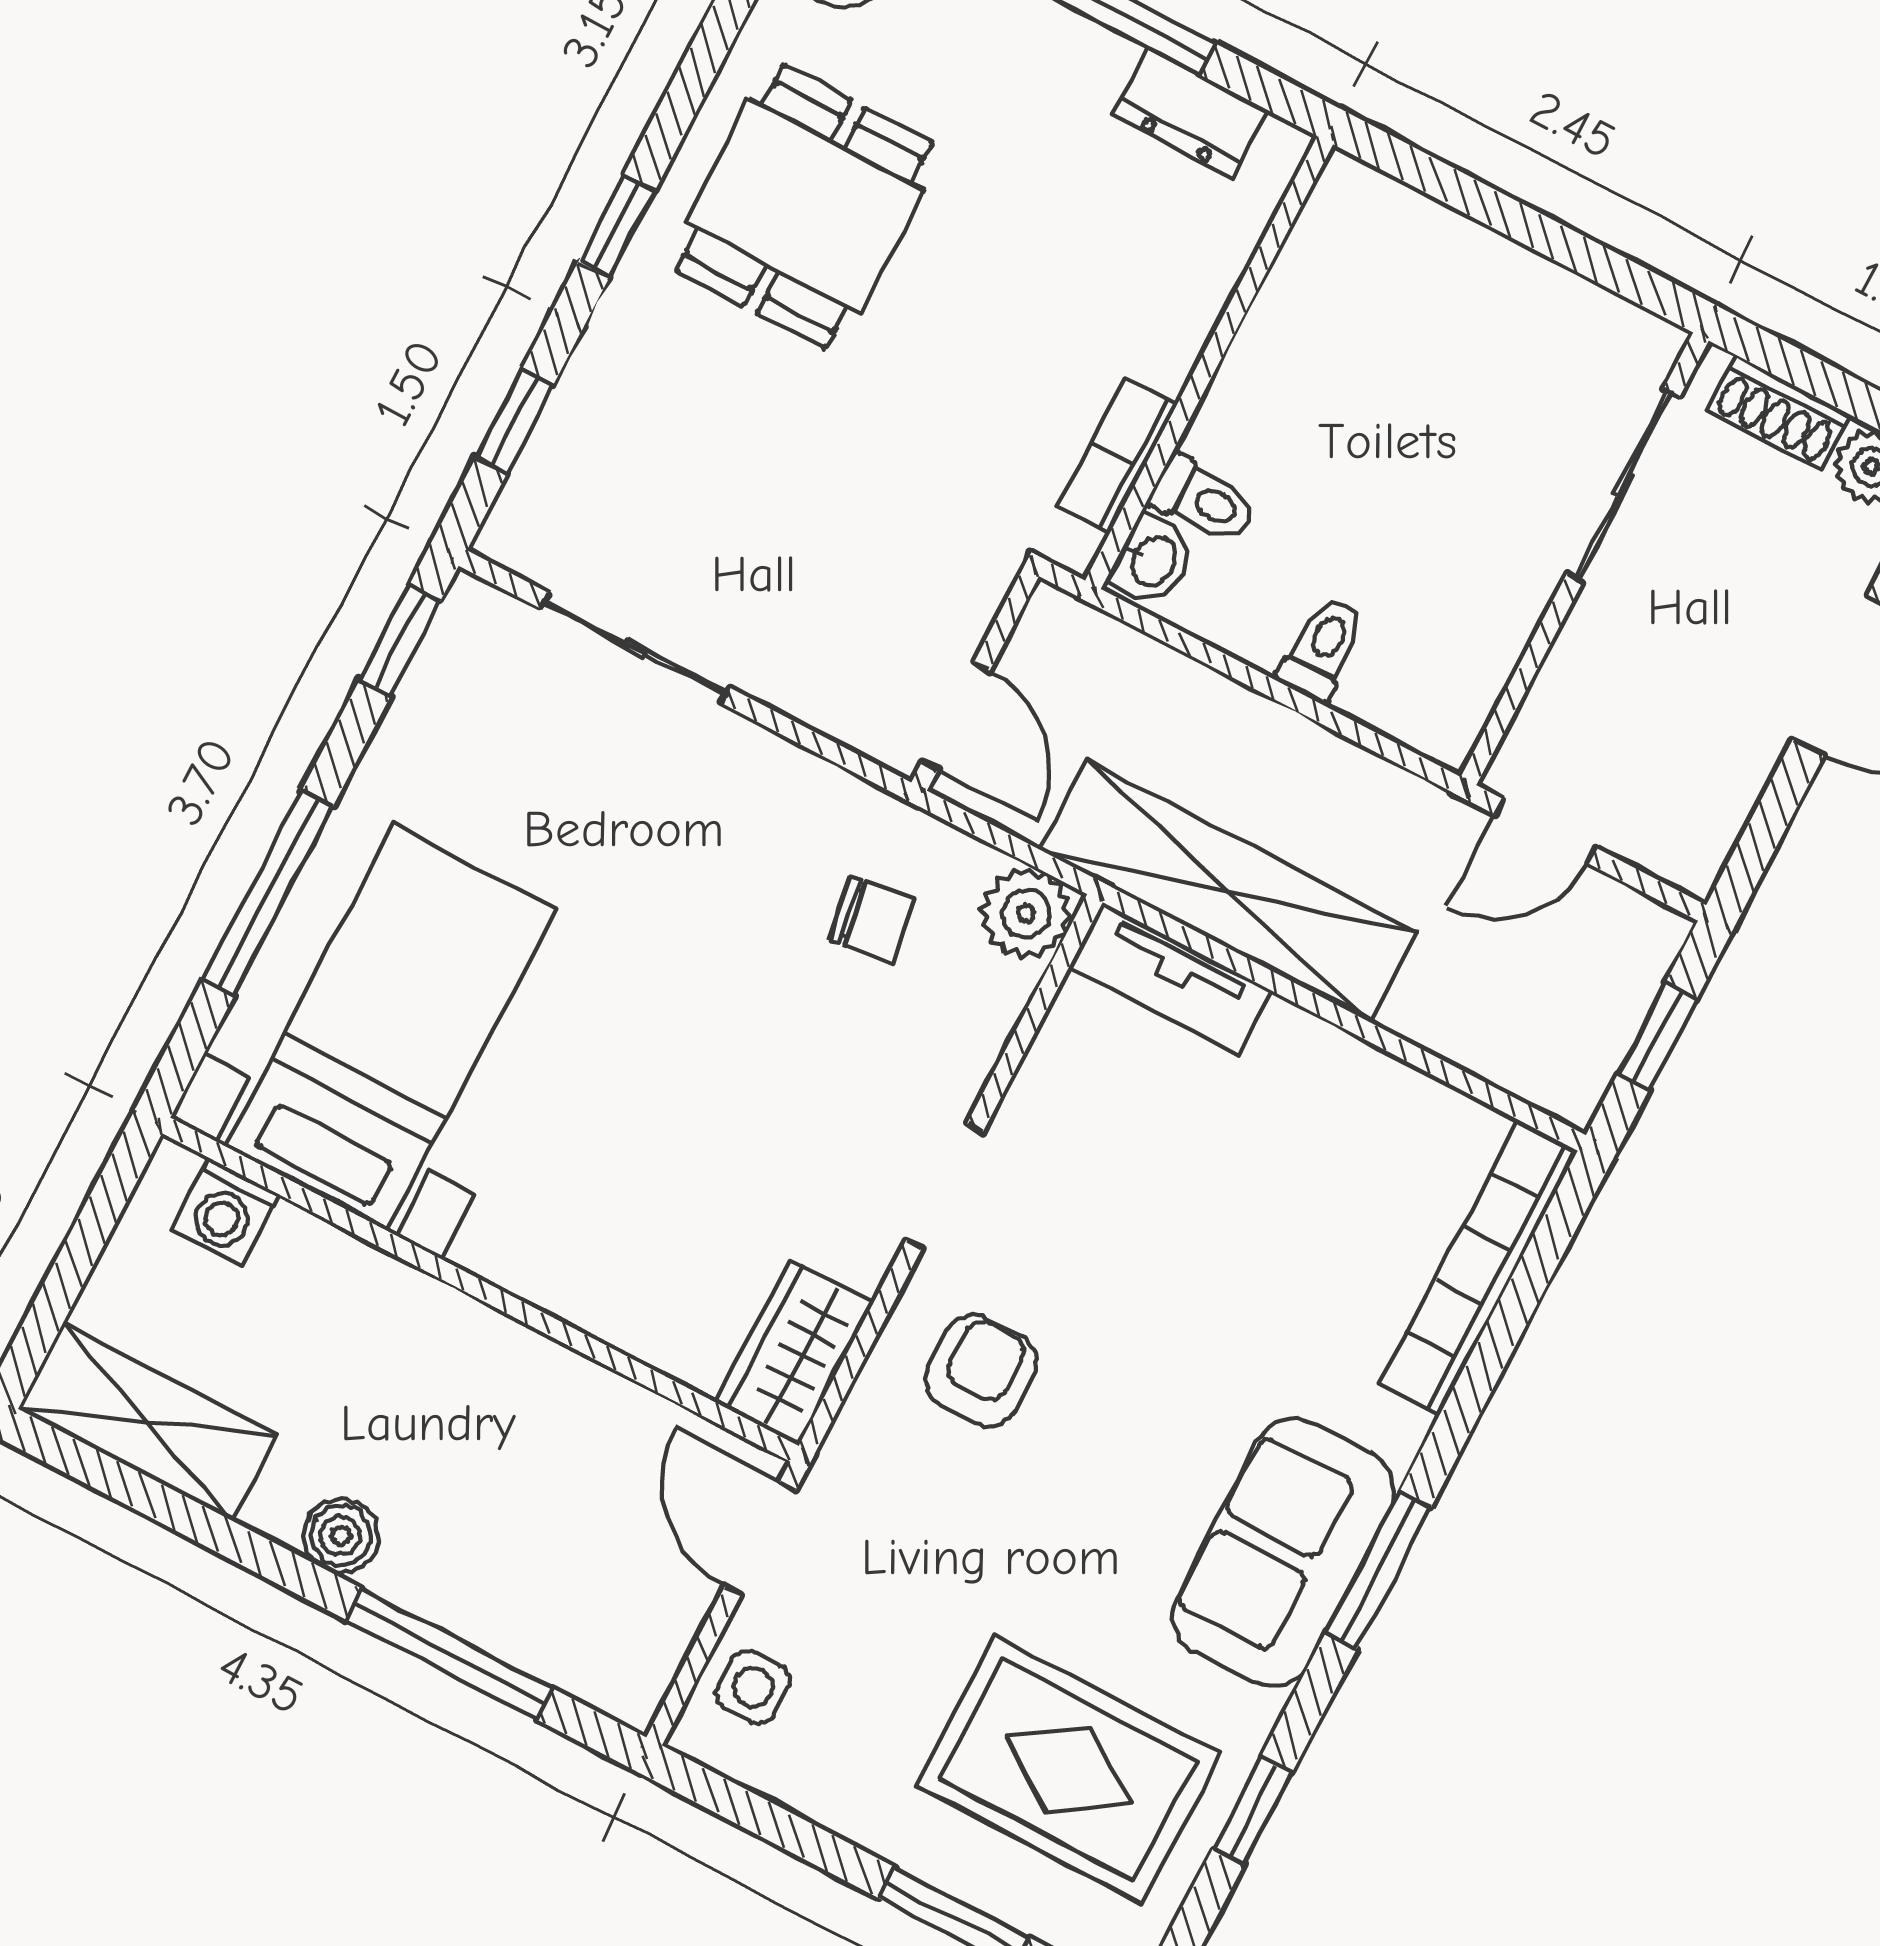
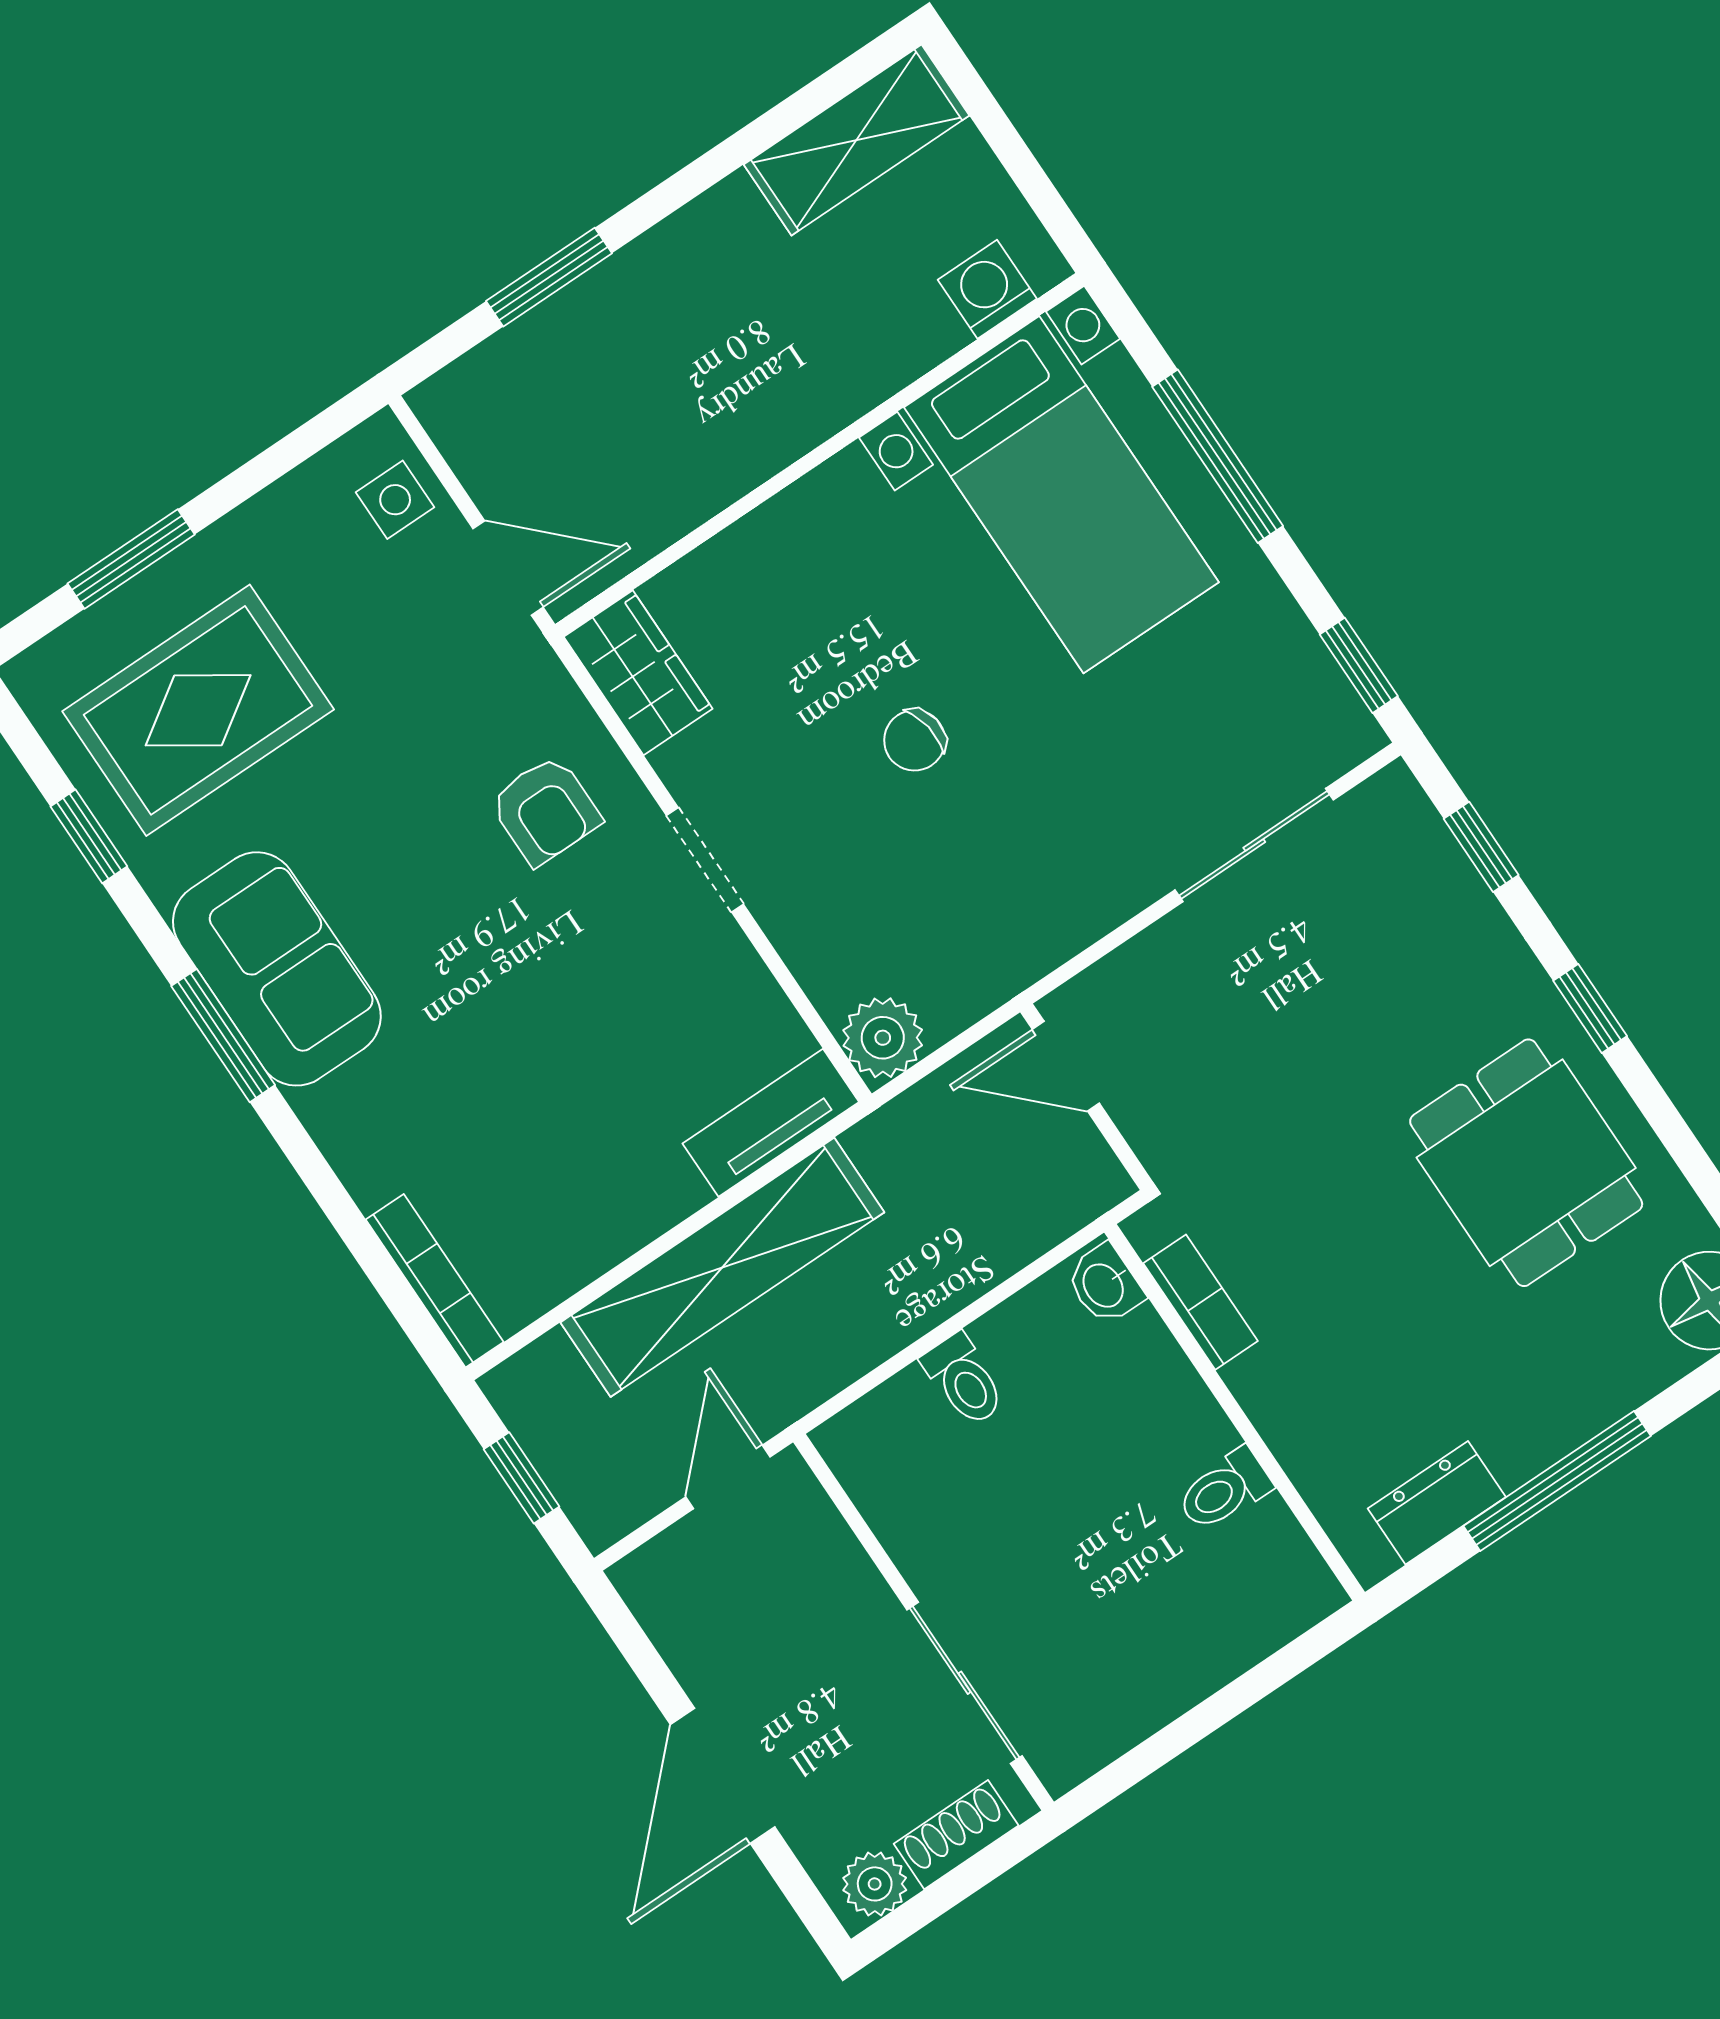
toilet: (1204, 499) -> (1224, 1490), moved
shelving: (1229, 891) -> (722, 1267), moved
chair: (872, 920) -> (915, 740), moved
bookcase: (1479, 1267) -> (435, 1281), width x0.68, depth x0.76
boiler: (341, 1536) -> (687, 242), removed
window: (449, 1654) -> (549, 277), width x0.69

